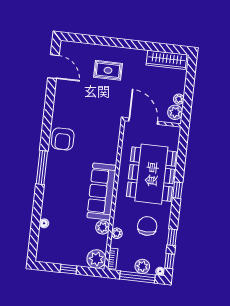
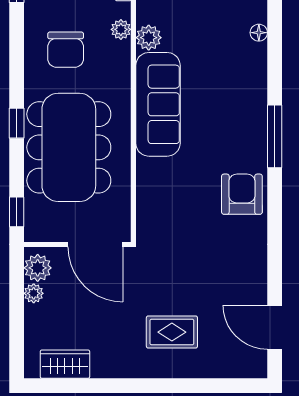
wardrobe: (166, 60) -> (65, 364), width x0.67
window: (172, 237) -> (17, 212), moved

